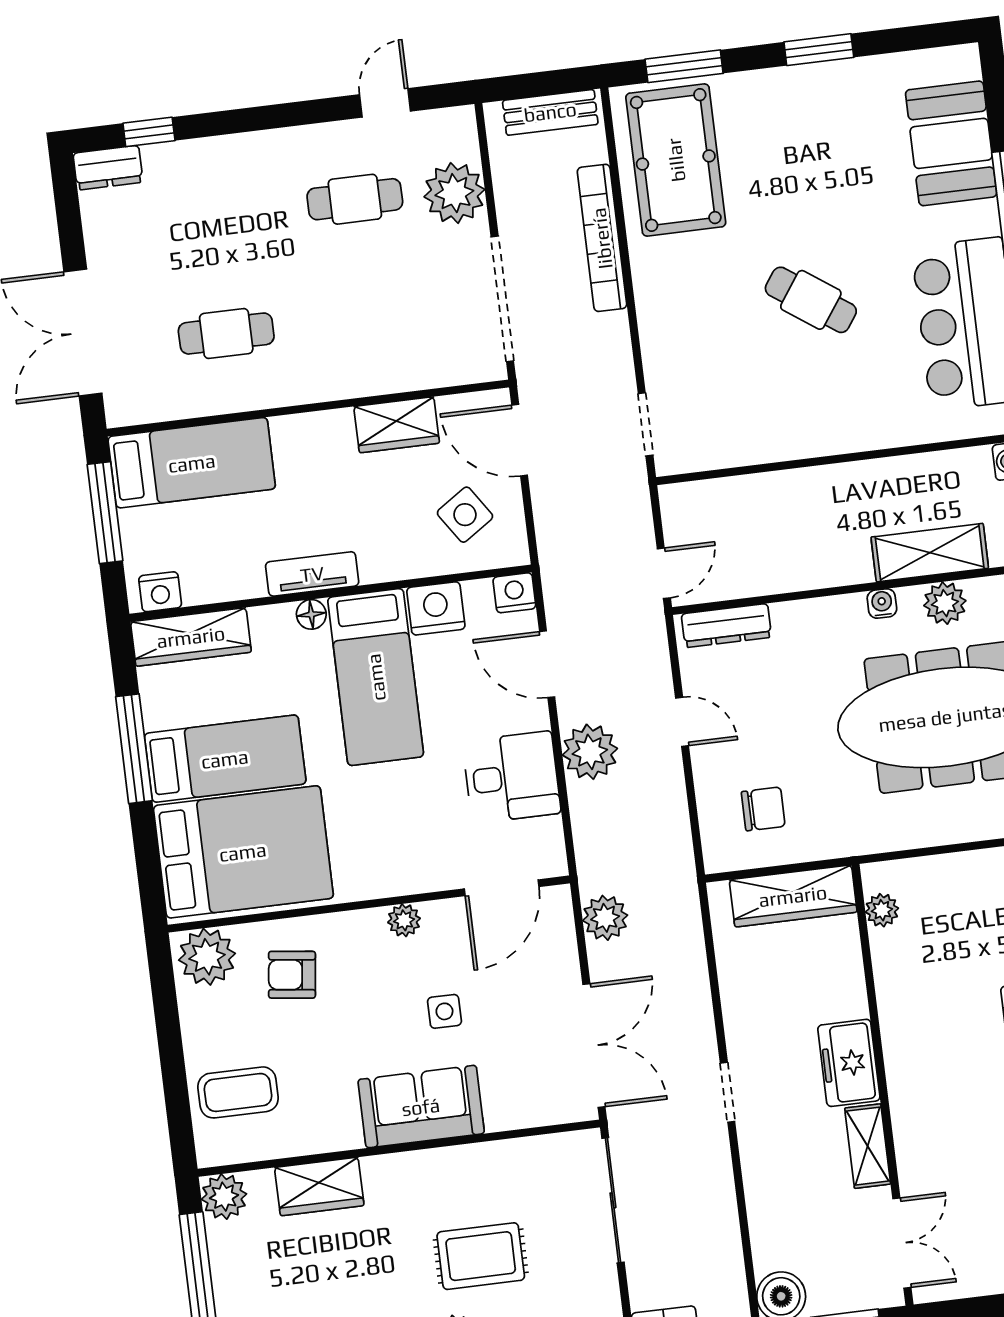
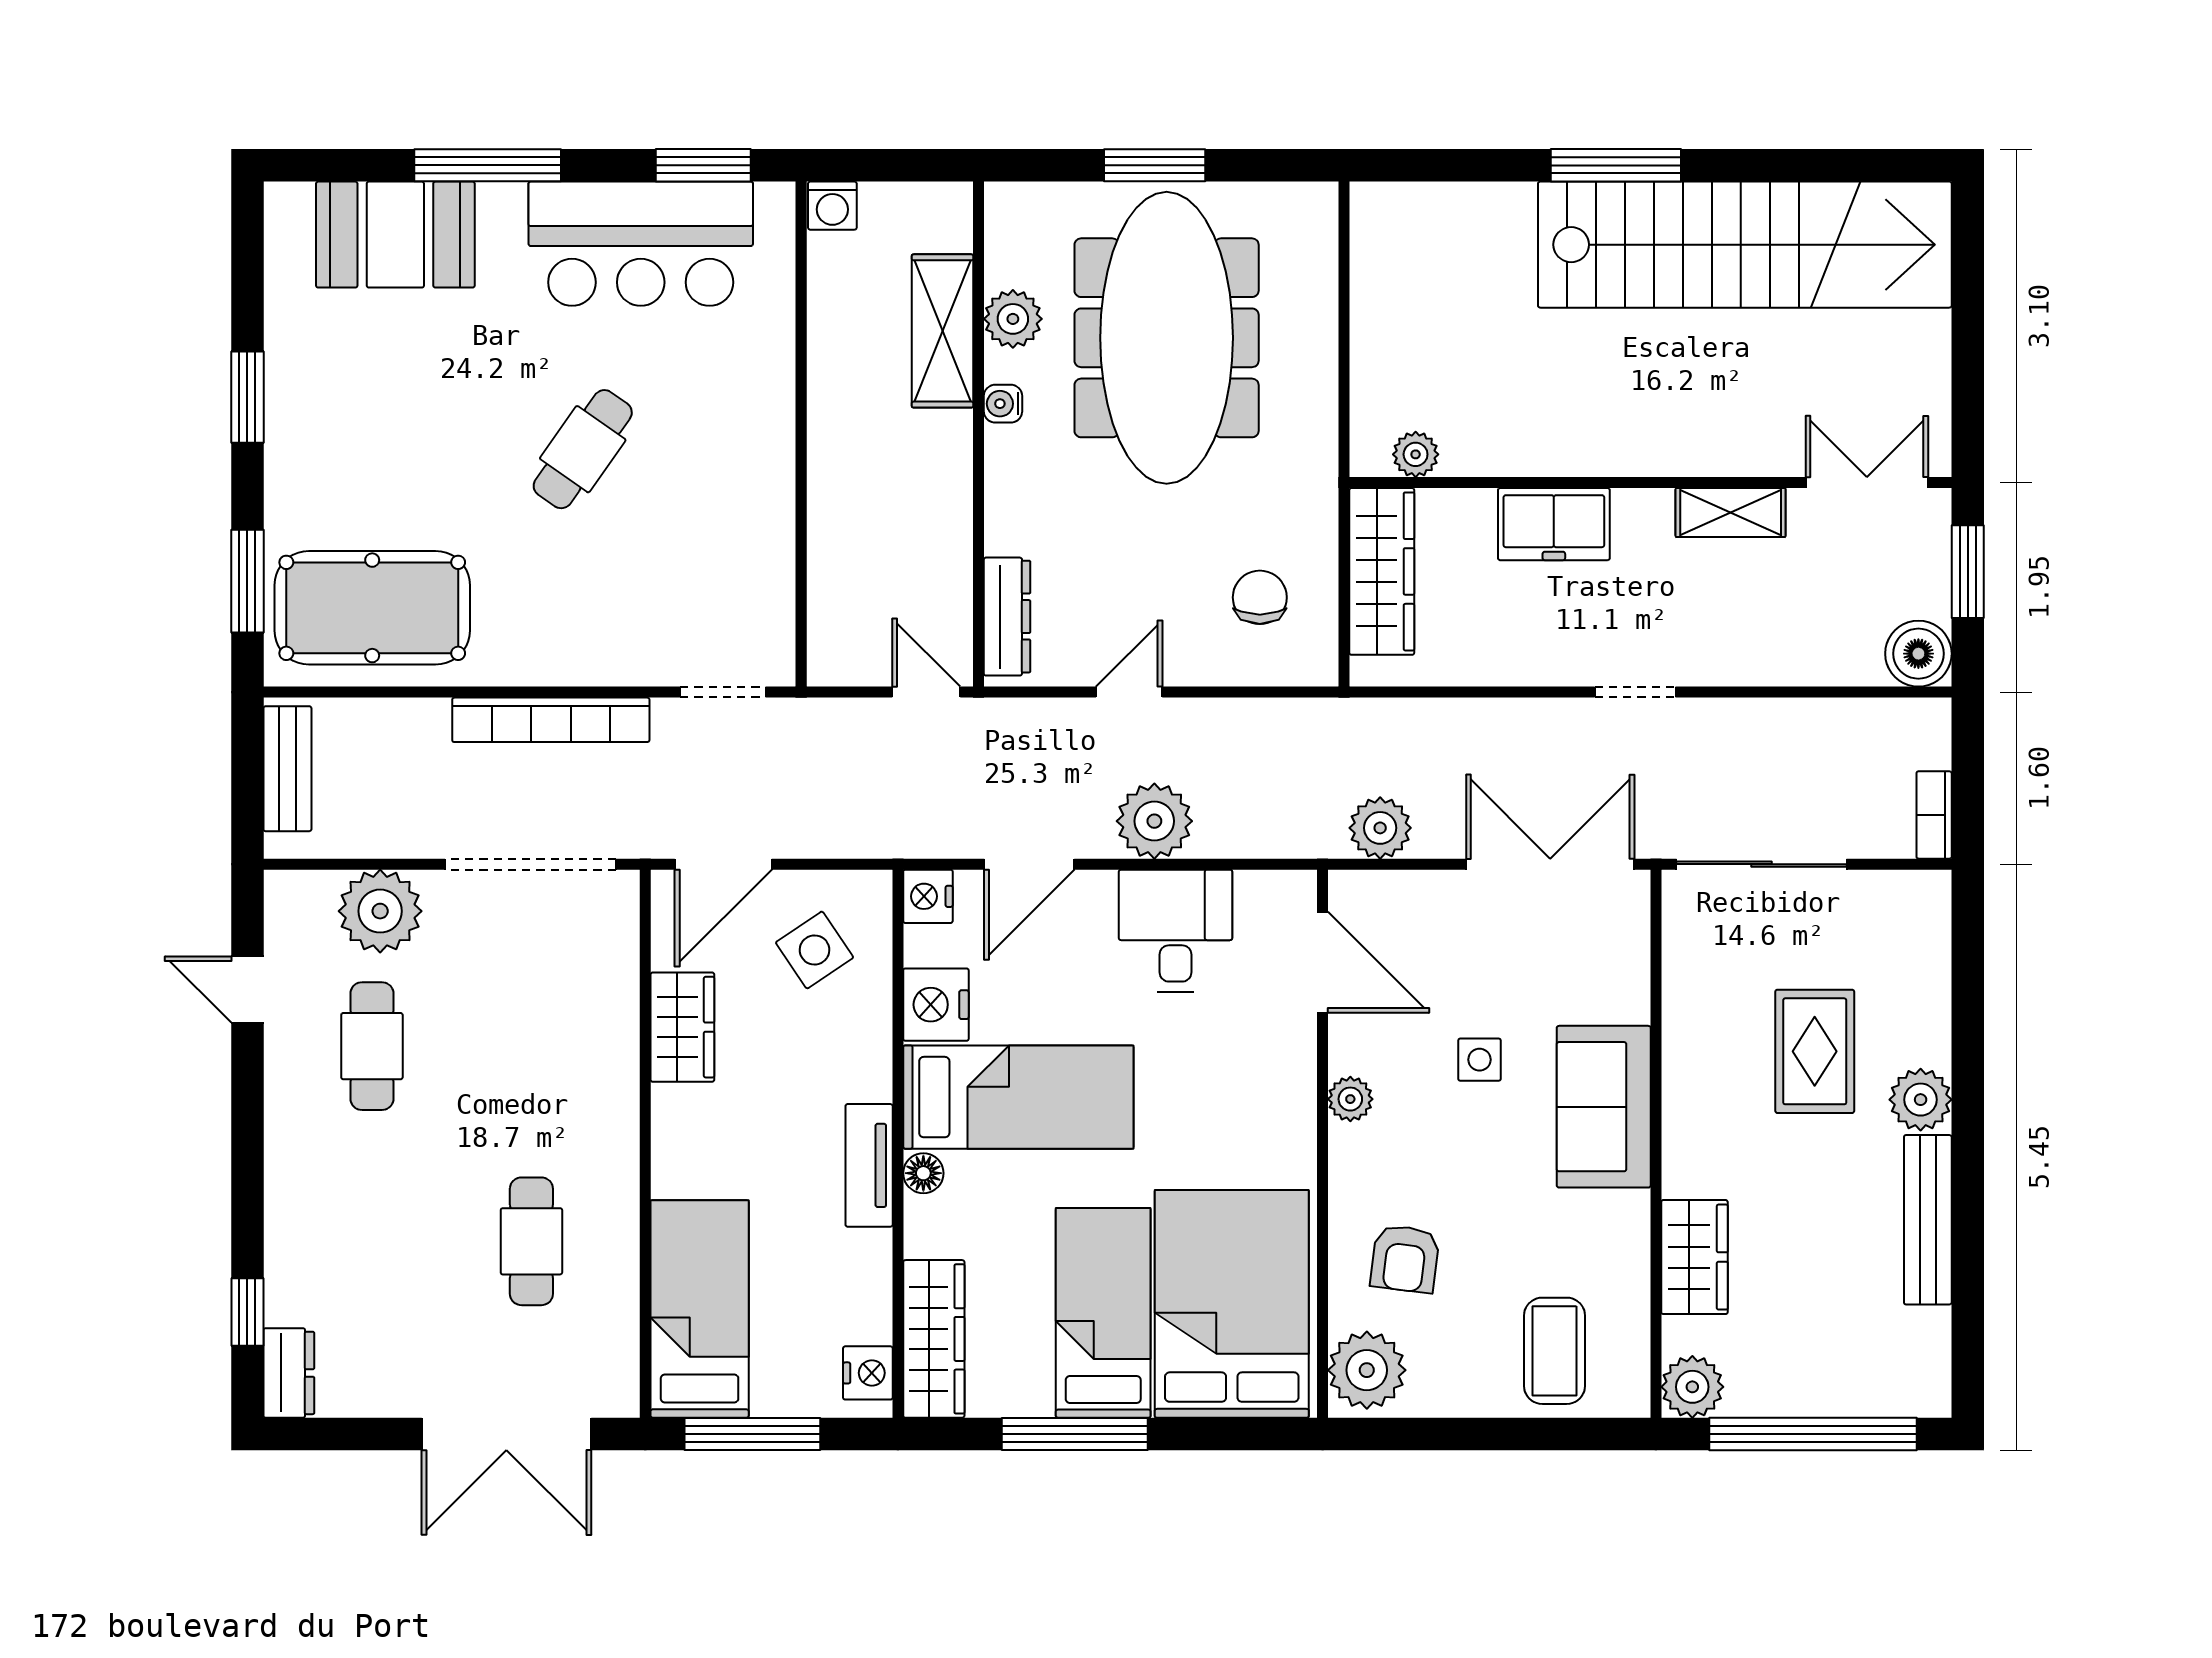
bookcase: (602, 238) -> (551, 720), moved
freezer: (849, 1063) -> (1554, 524), moved

